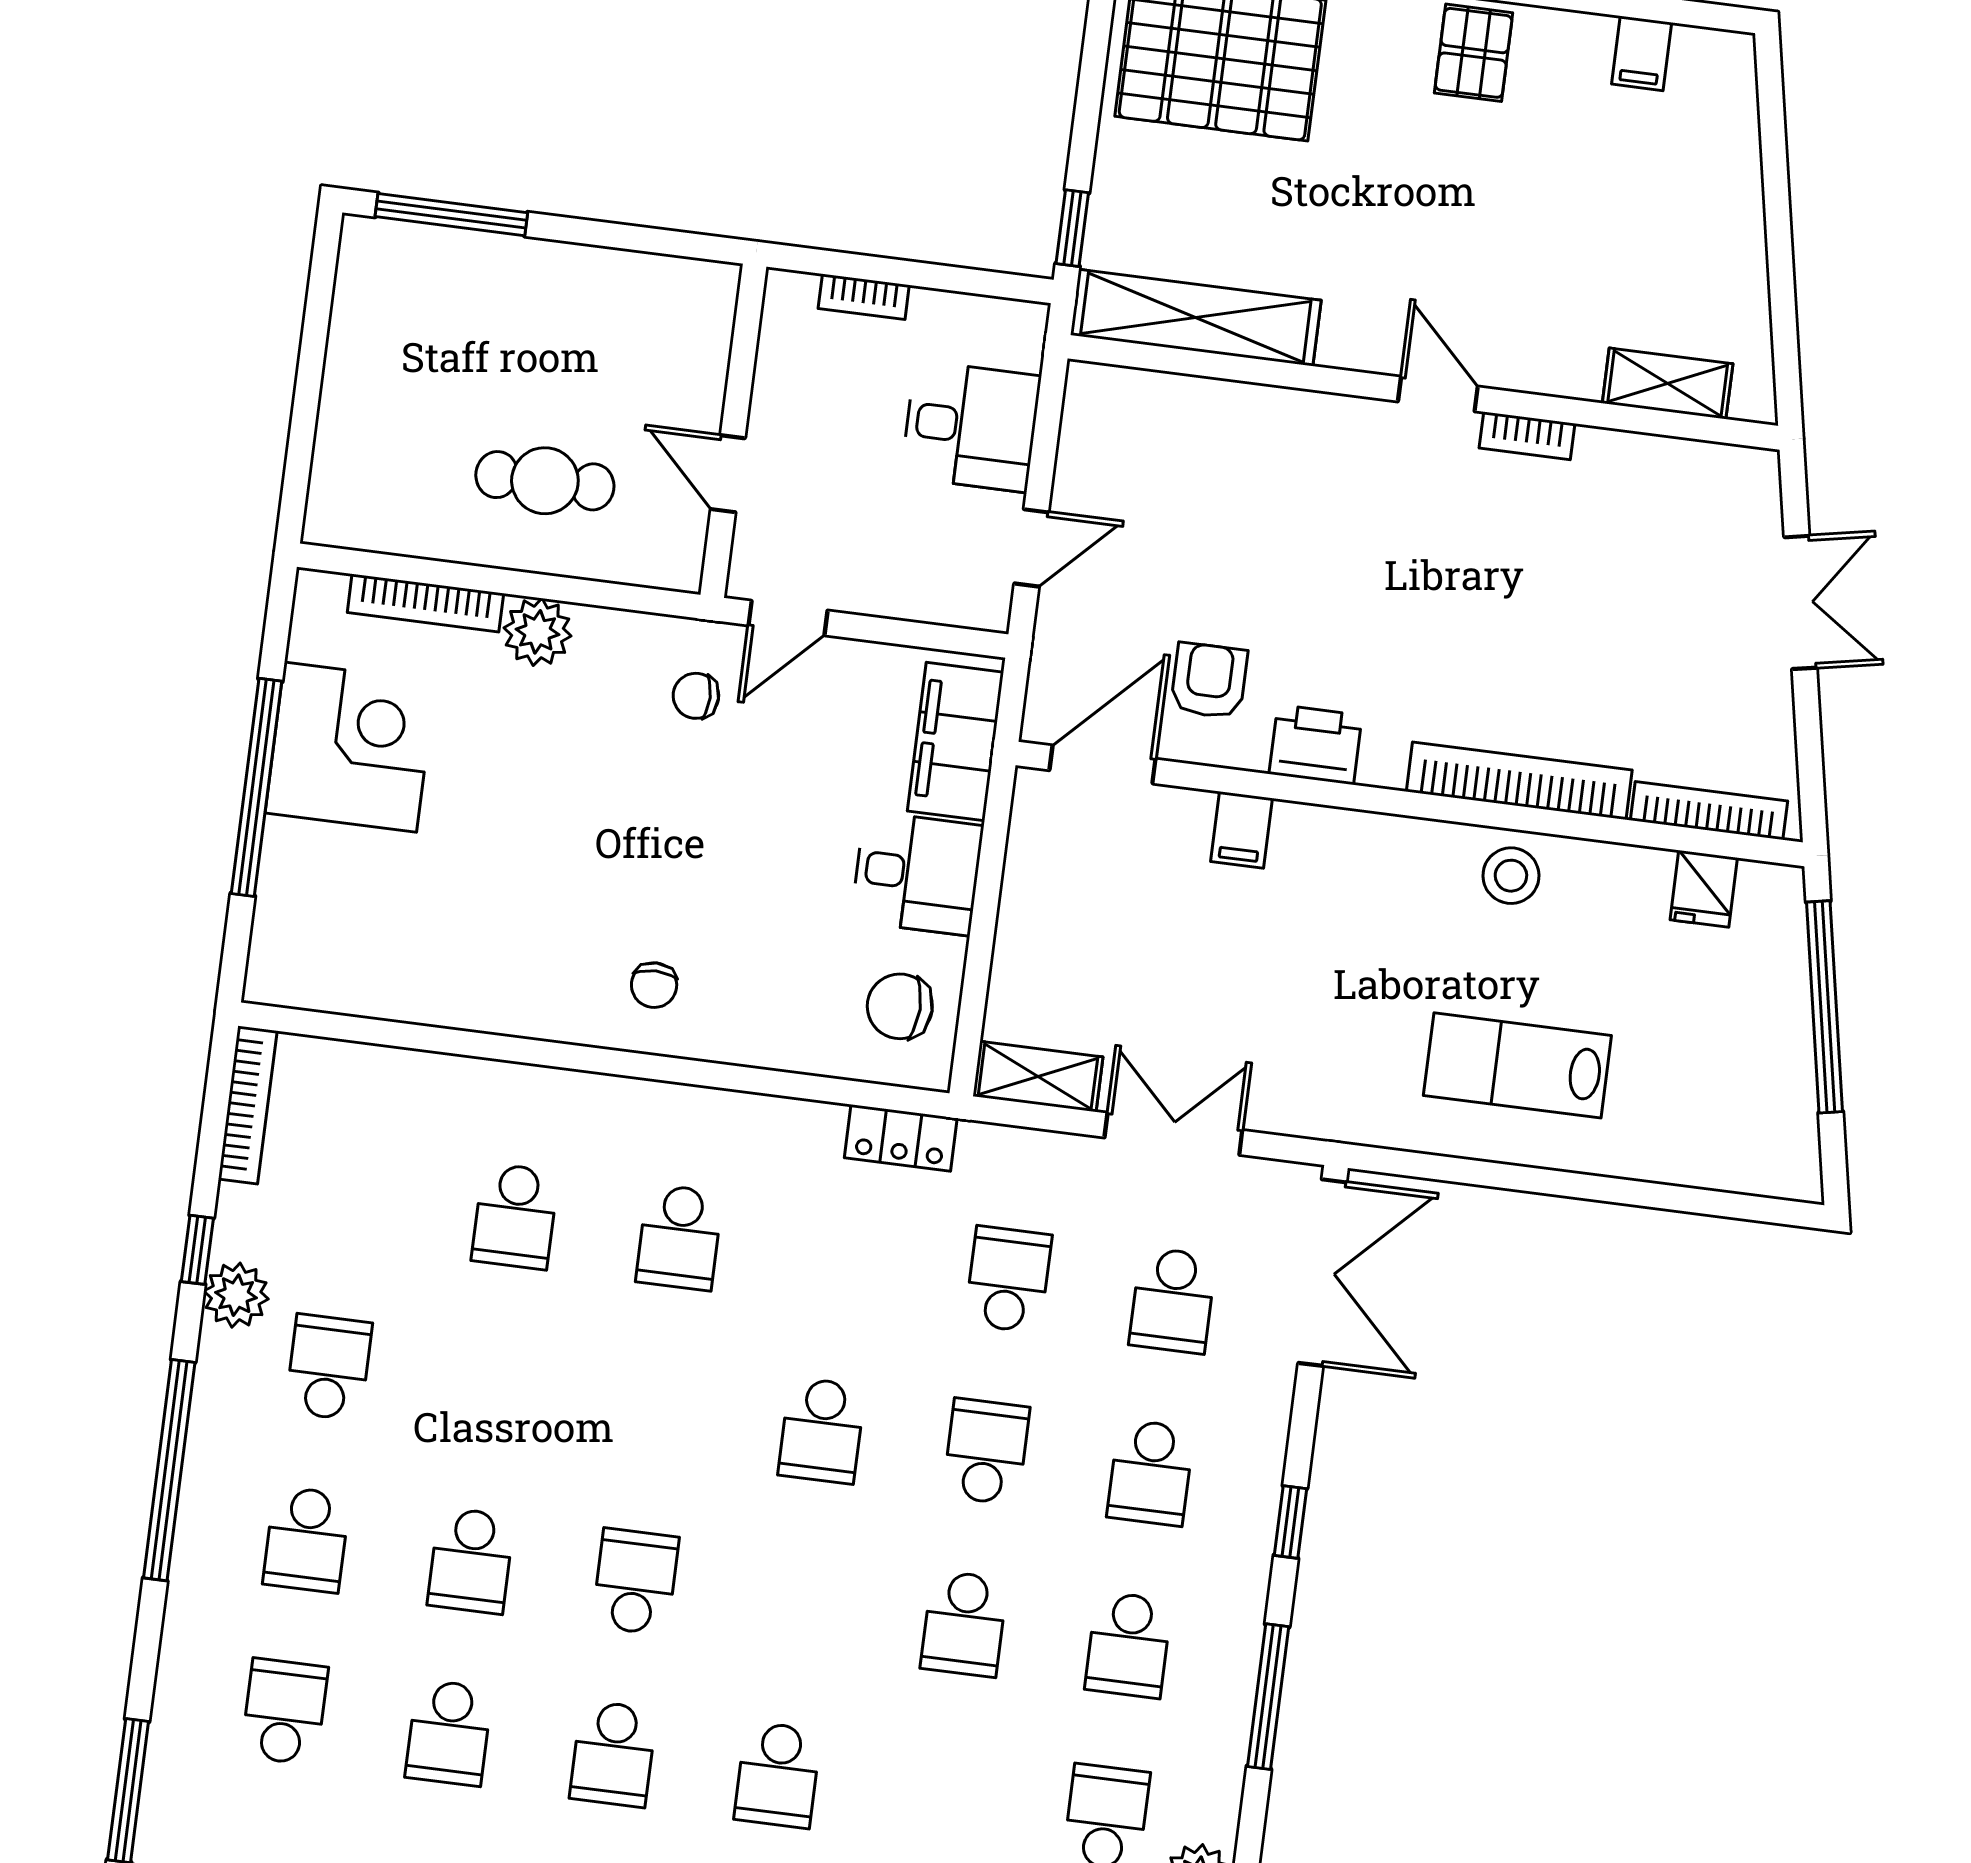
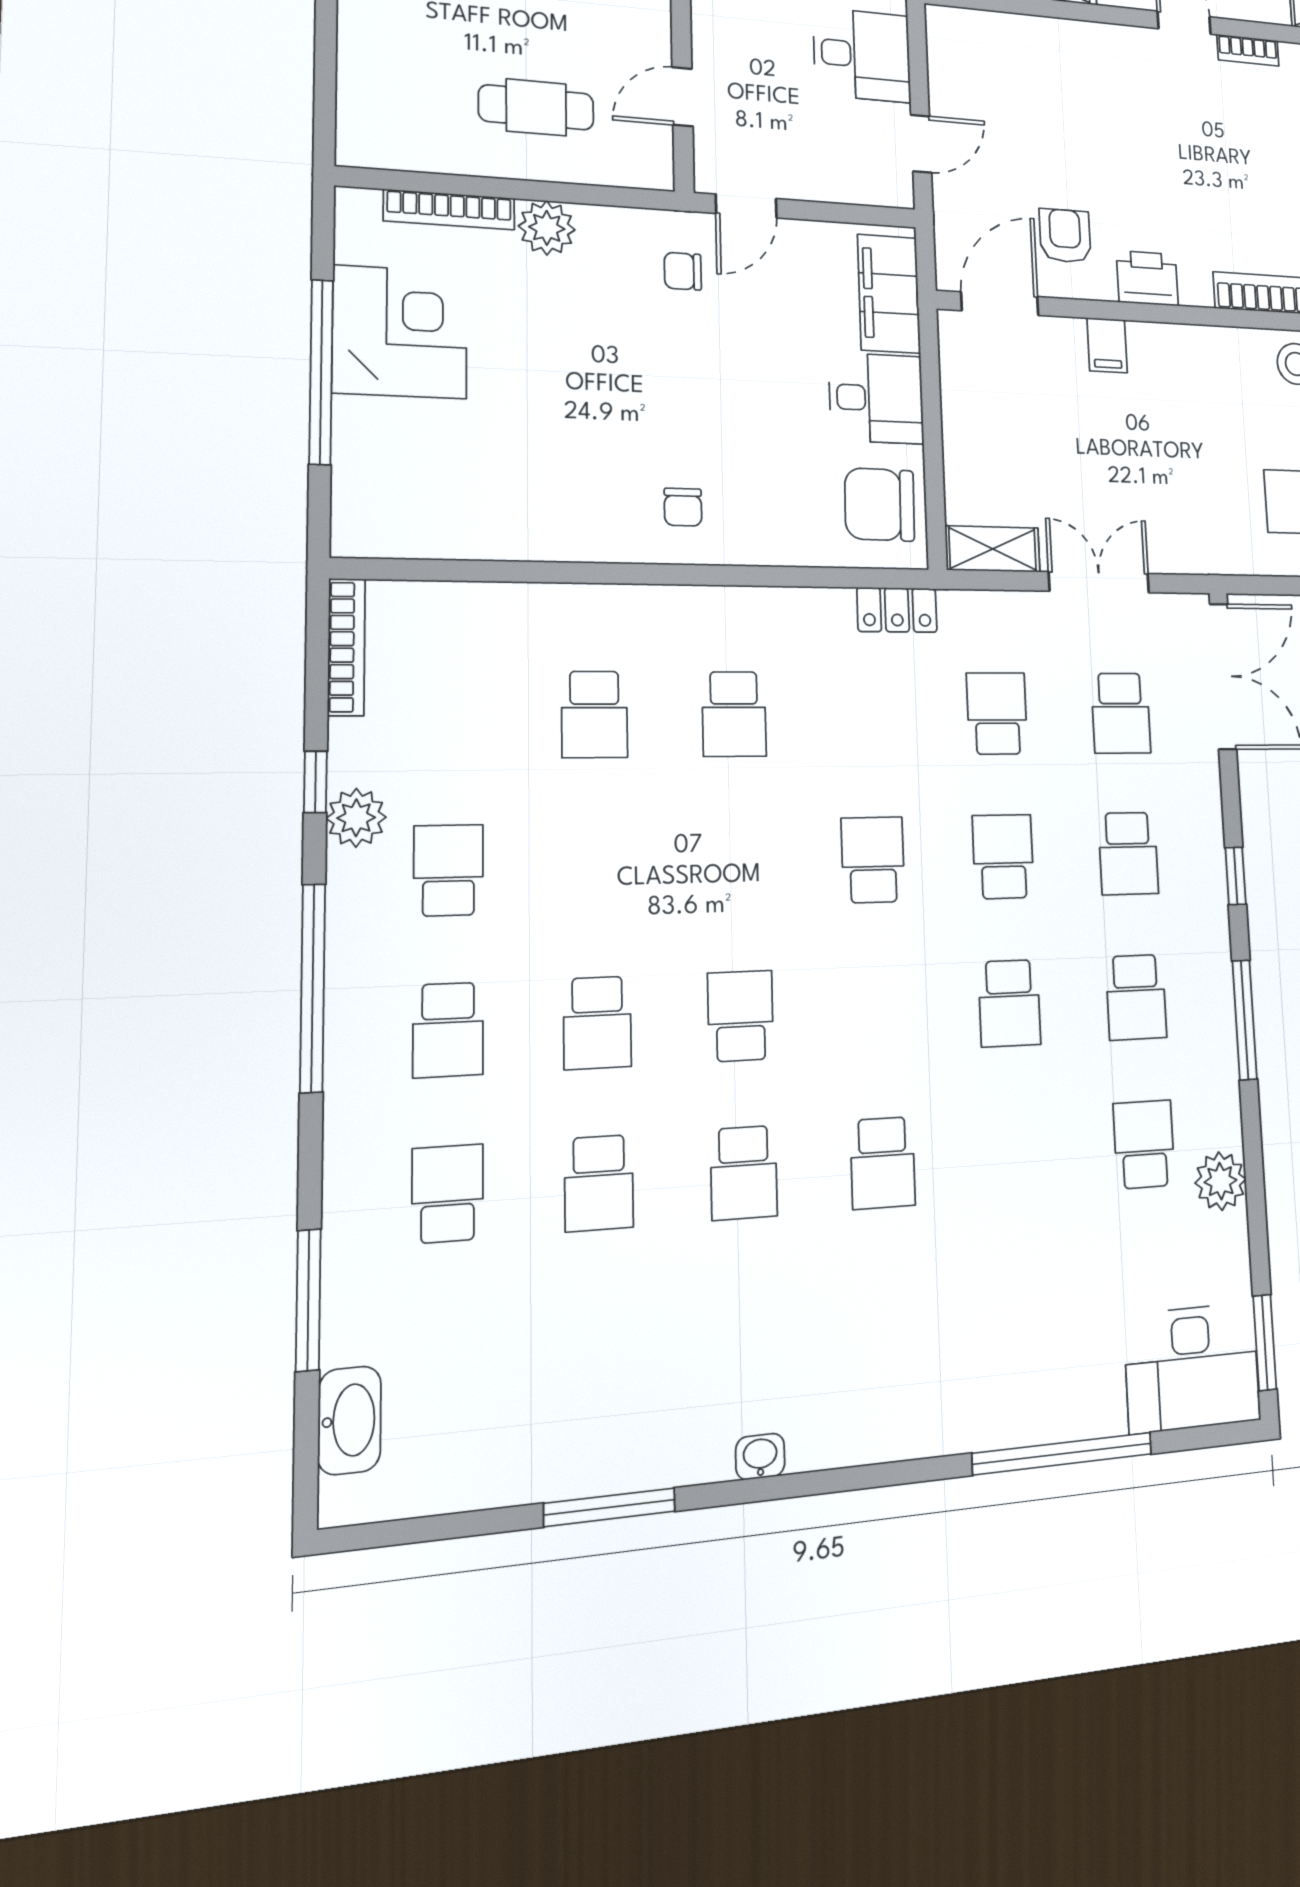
door: (728, 474) -> (682, 97), hinge flipped
chair: (900, 1006) -> (880, 504), width x1.37, depth x1.37
school desk: (822, 1430) -> (873, 860), turned 180

